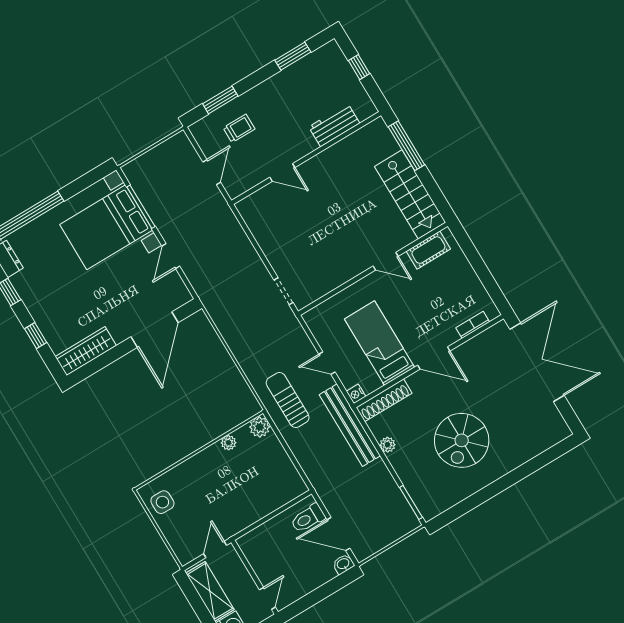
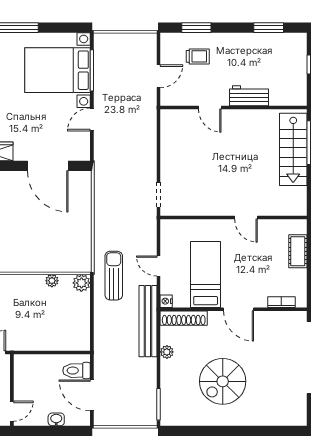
workbench: (334, 125) -> (249, 96), moved
stairs: (410, 194) -> (293, 149), moved
cot: (428, 250) -> (298, 251), moved, turned 90
door: (155, 330) -> (48, 166), hinge flipped
washbasin: (343, 564) -> (56, 419), moved

